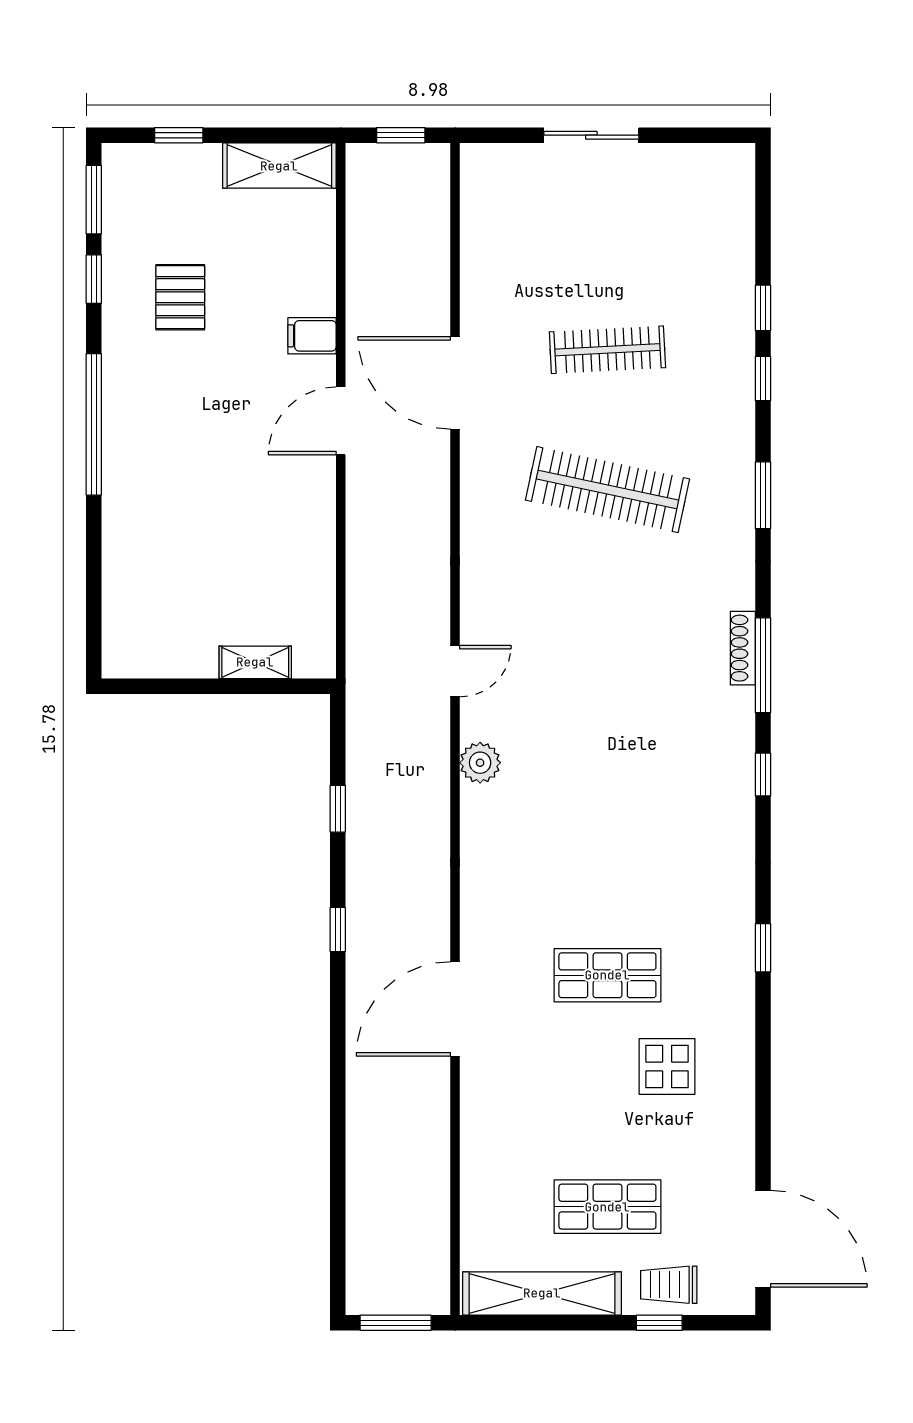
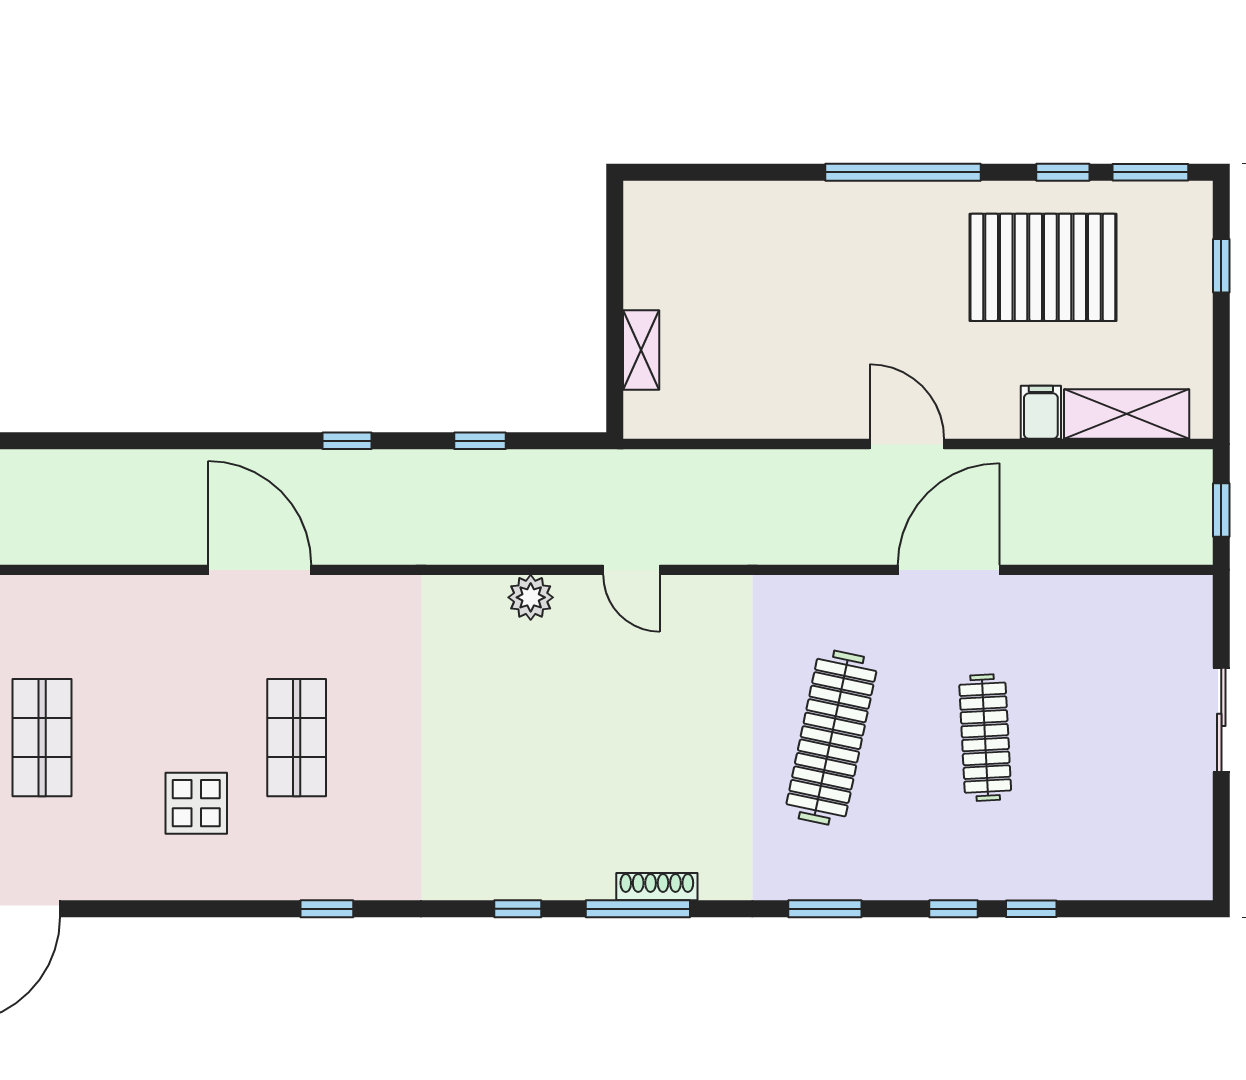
shelving: (279, 166) -> (1127, 414), moved, turned 90
pallet: (180, 297) -> (1043, 267), width x2.05, depth x2.00
filing cabinet: (312, 336) -> (1041, 412), moved

